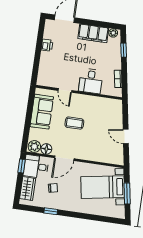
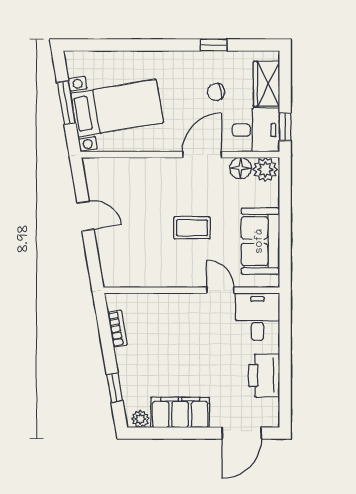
printer: (47, 45) -> (264, 375), width x1.87, depth x1.48
desk: (91, 81) -> (258, 317), moved

